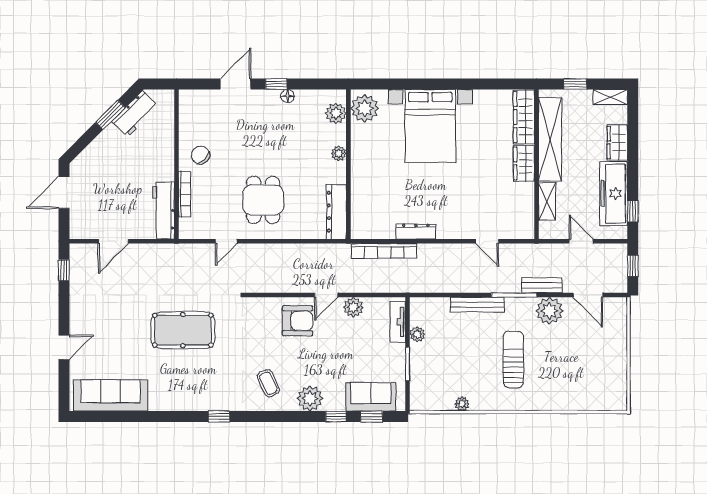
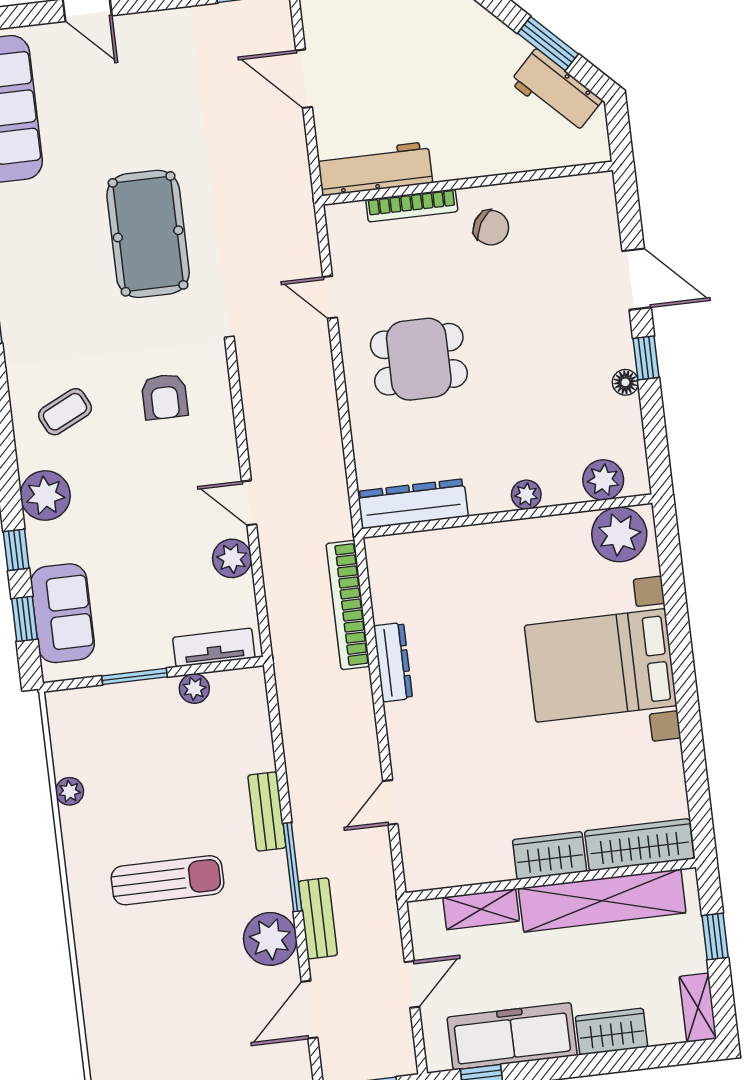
chair: (201, 155) -> (491, 228), turned 76
bench: (477, 305) -> (267, 811), width x0.73
armchair: (298, 321) -> (165, 397), moved, width x0.72, depth x0.72

